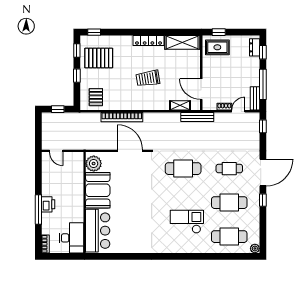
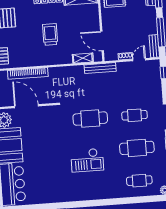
trolley: (148, 78) -> (50, 34), turned 99
door: (130, 151) -> (26, 106), moved
checkout: (187, 222) -> (87, 160), moved, turned 180
cafe table: (229, 237) -> (139, 181), width x0.73, depth x0.74

